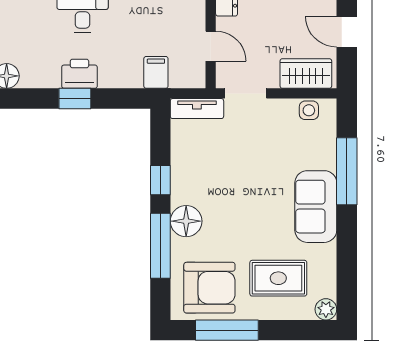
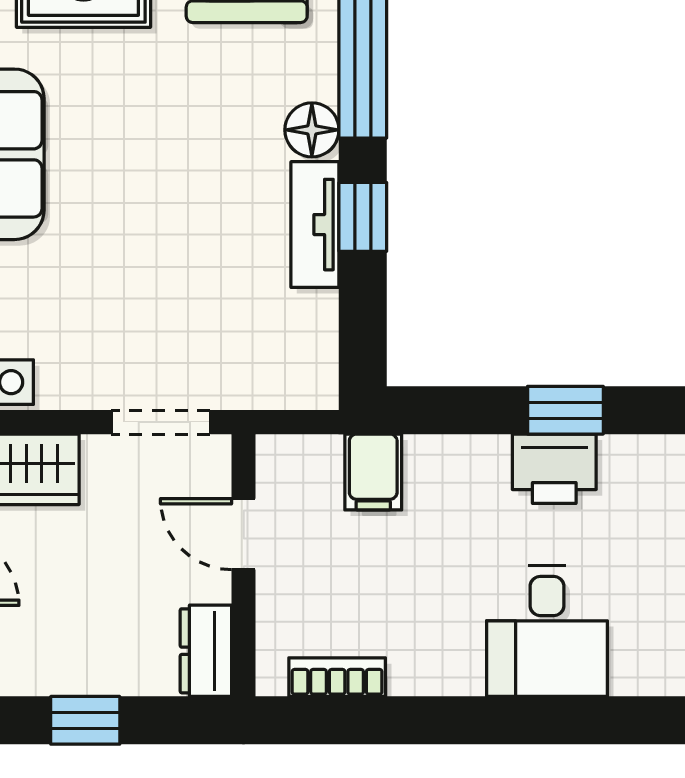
tv unit: (197, 109) -> (315, 225), moved, turned -90
floor lamp: (186, 221) -> (312, 130), width x0.73, depth x0.73

